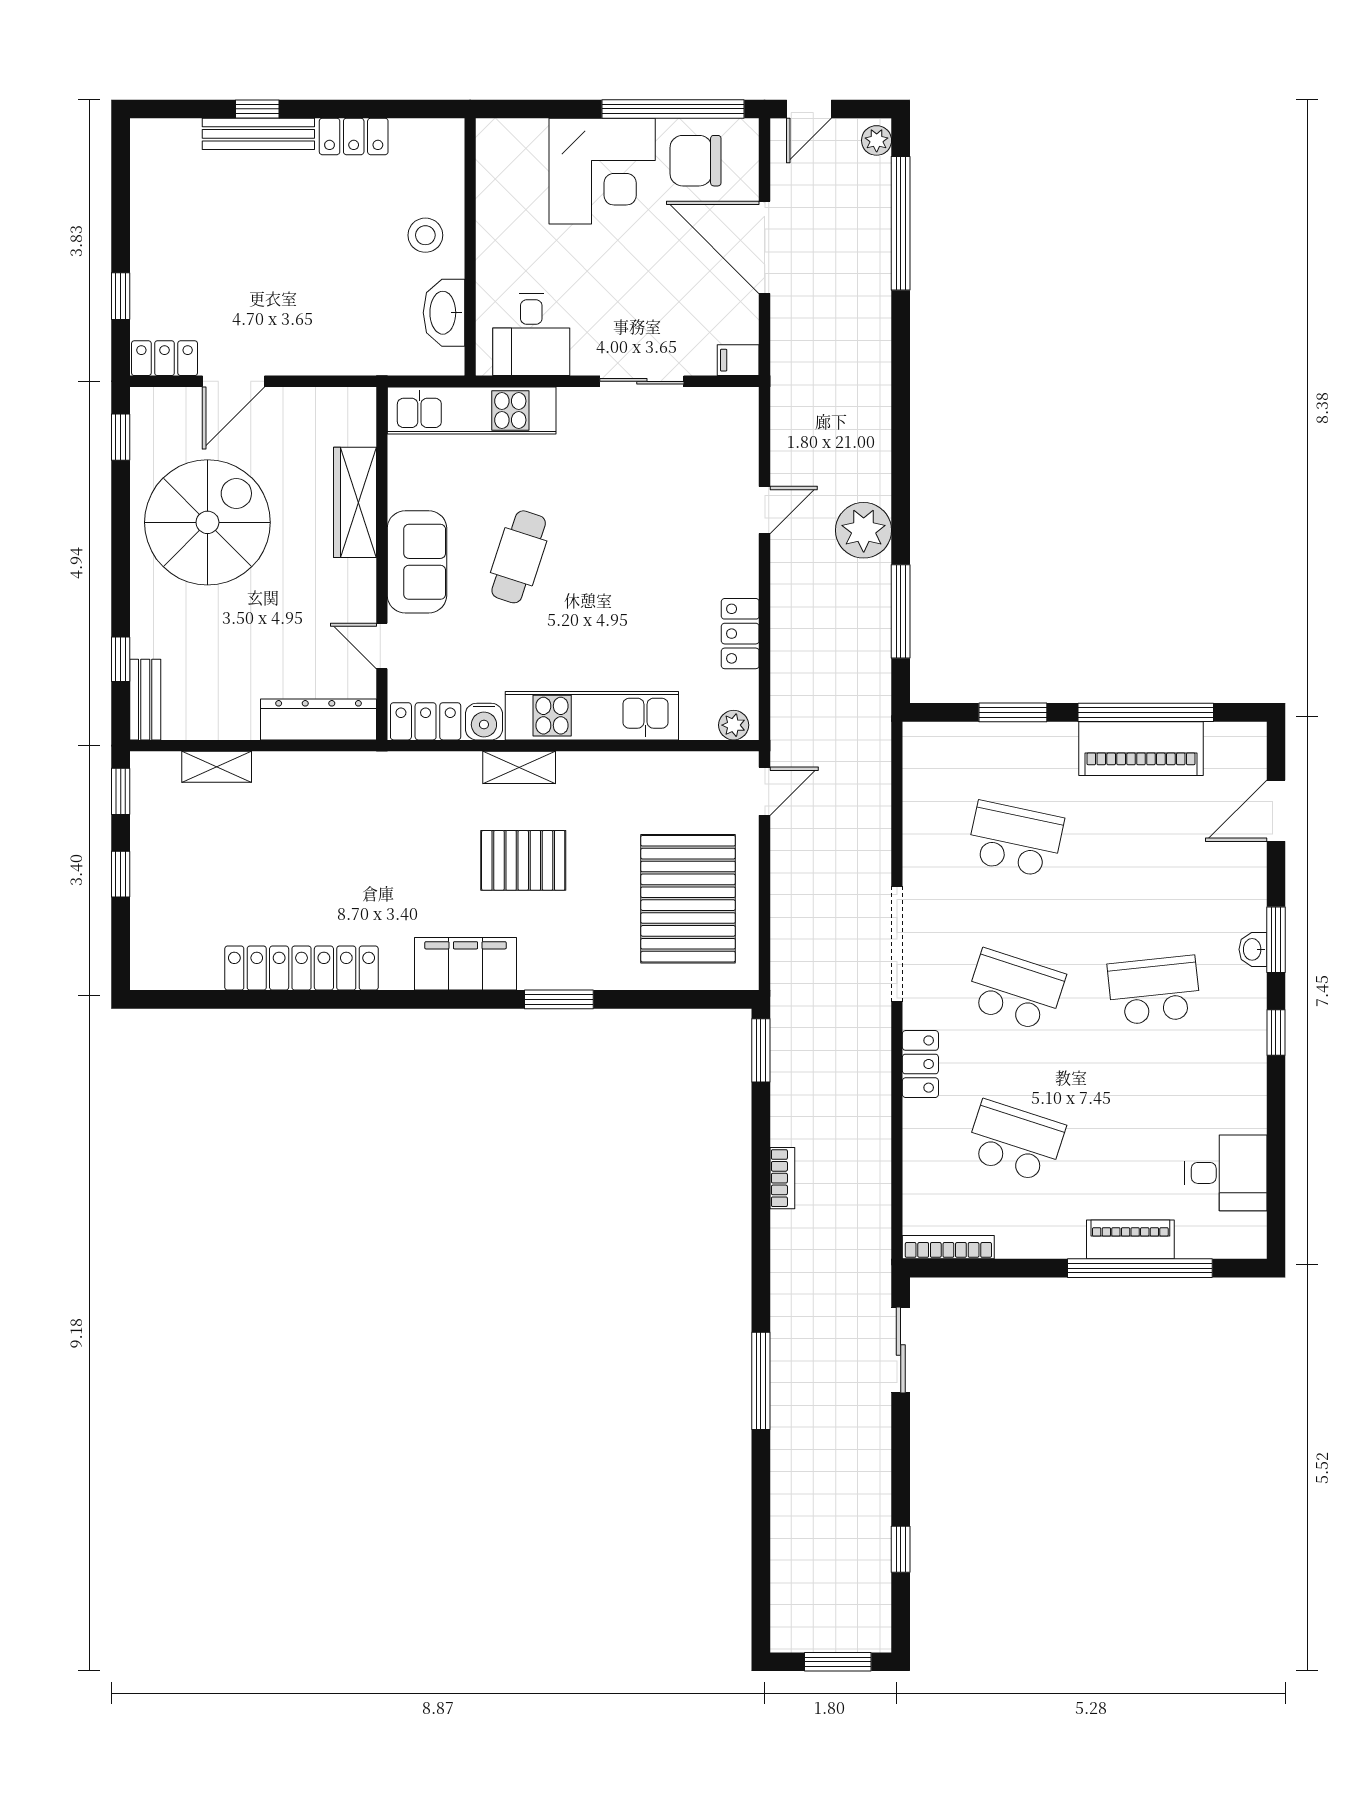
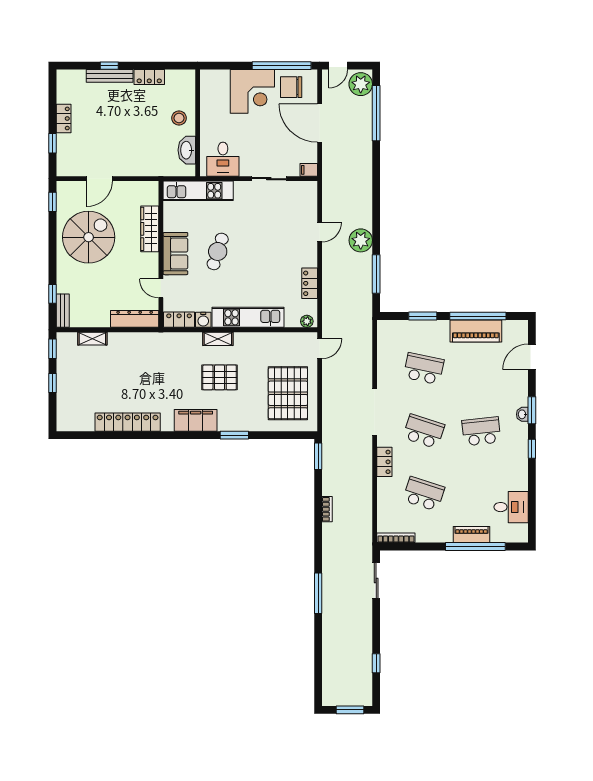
plant: (877, 140) -> (361, 84), width x1.87, depth x1.87
locker: (165, 358) -> (64, 118), moved, turned 90

